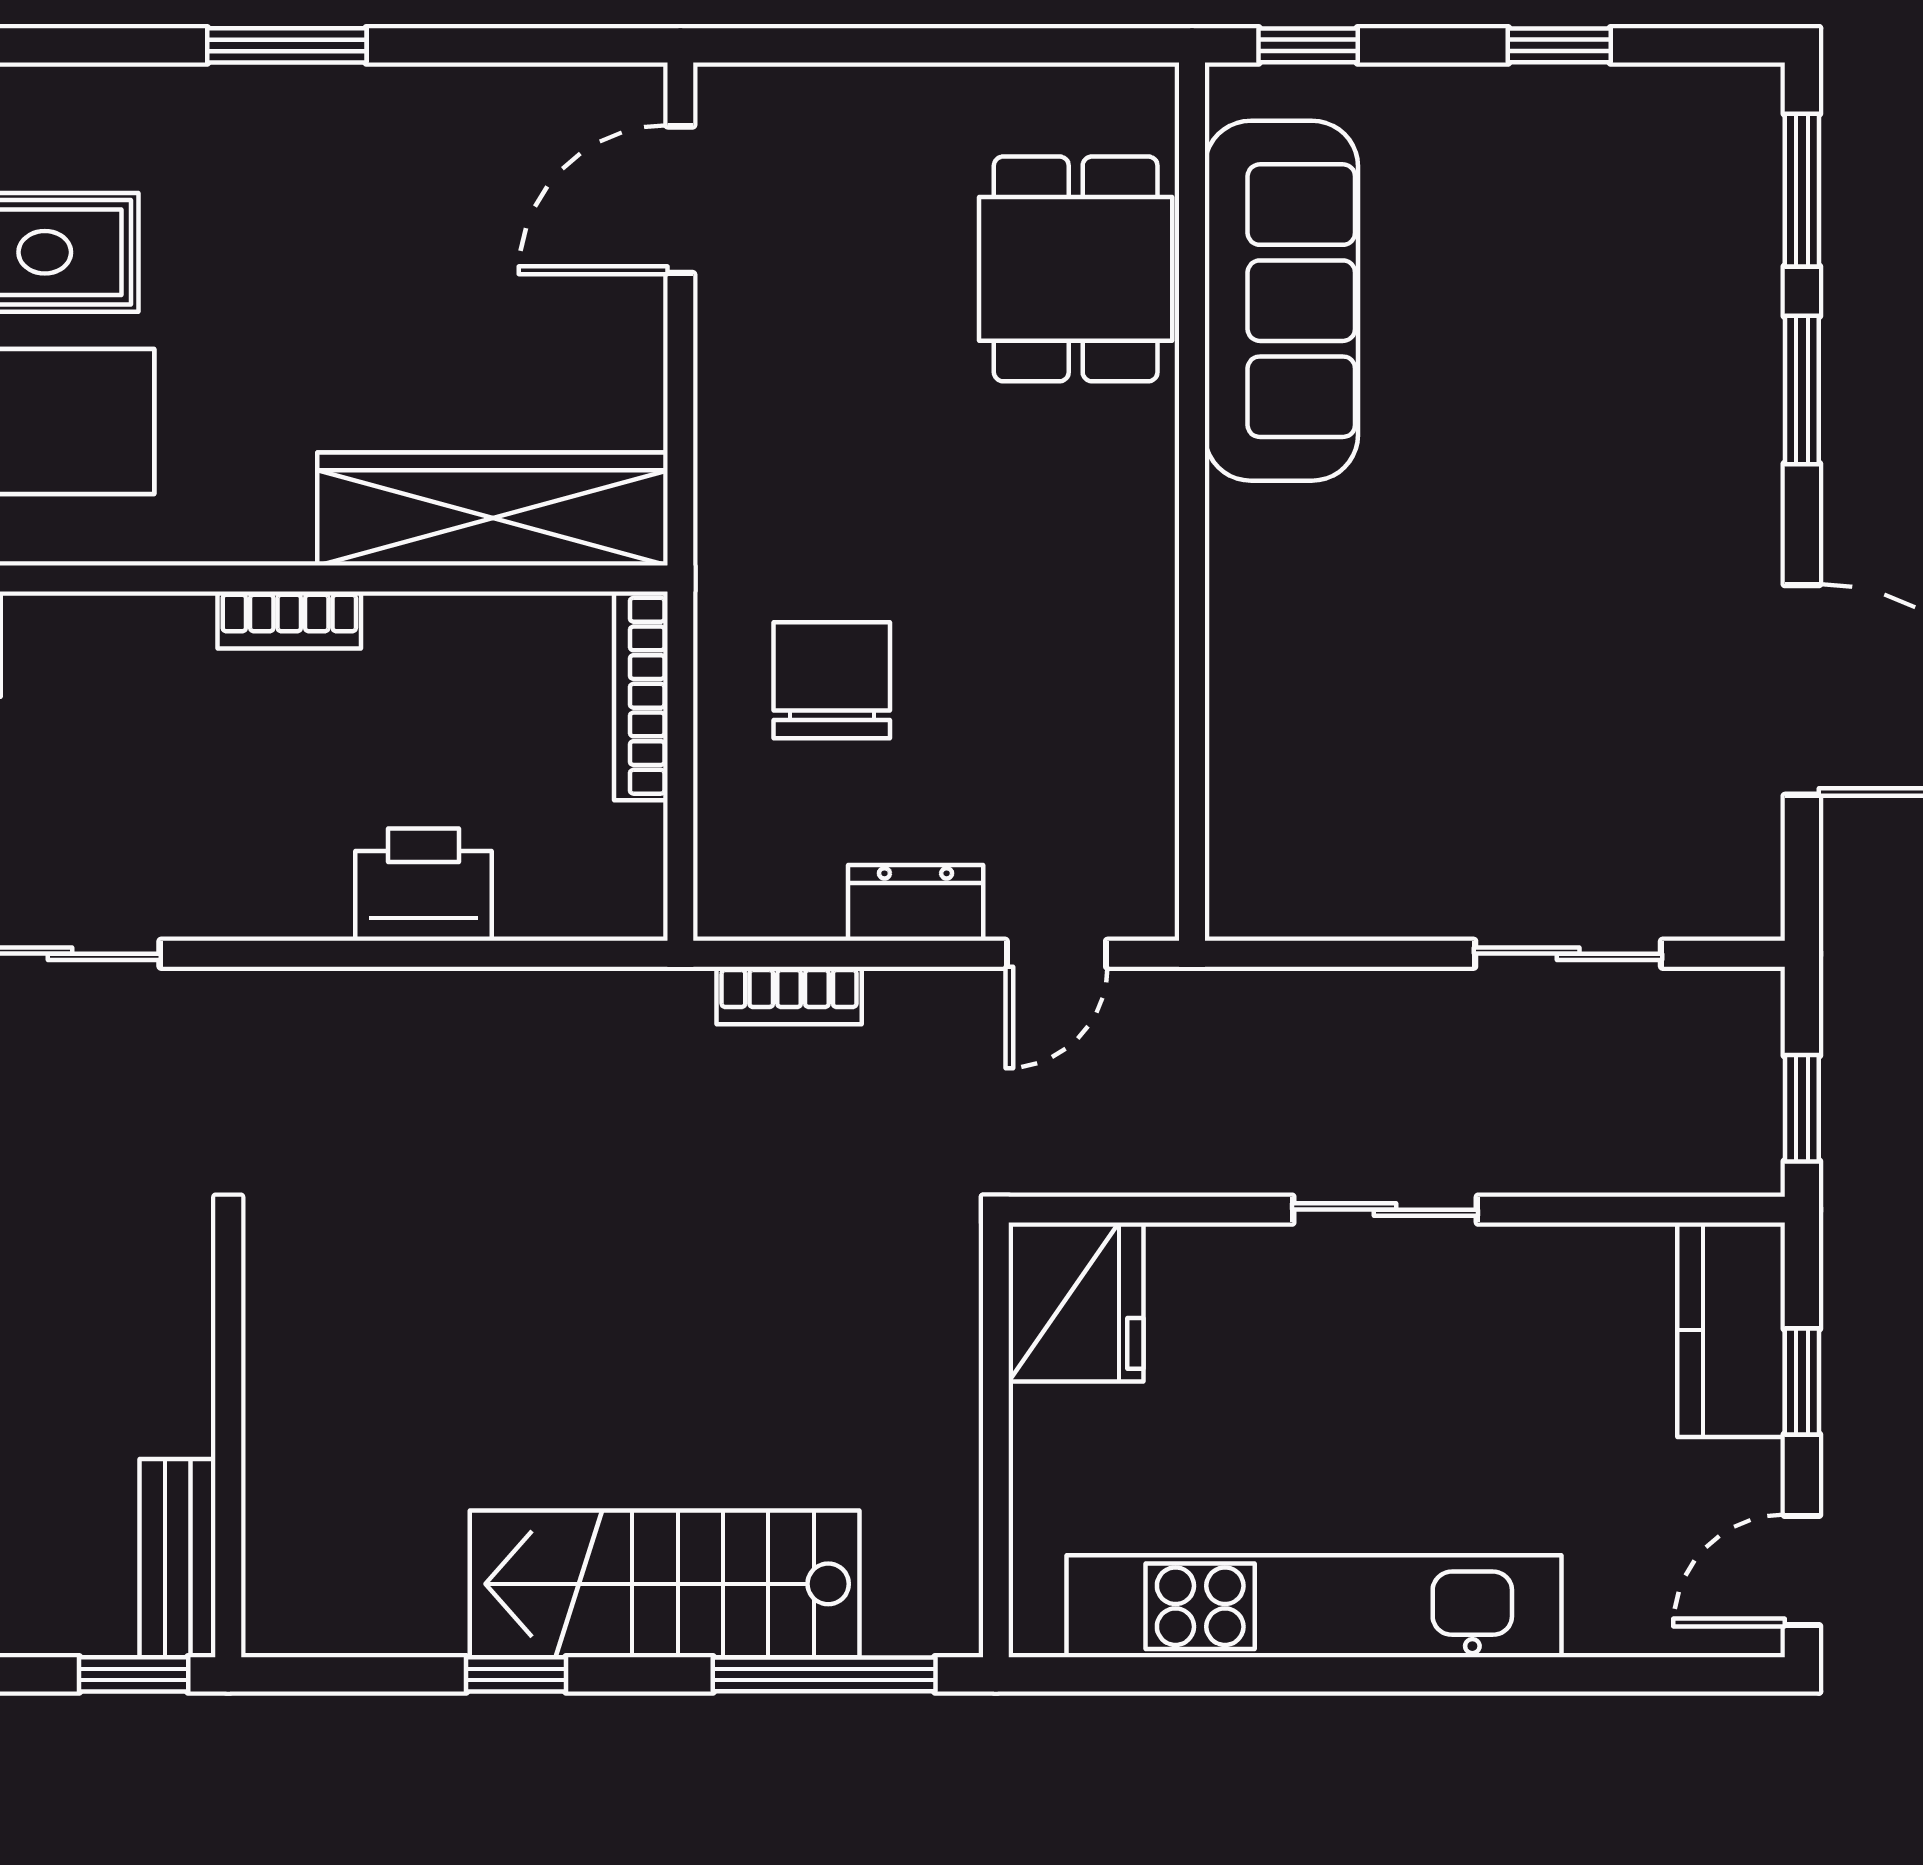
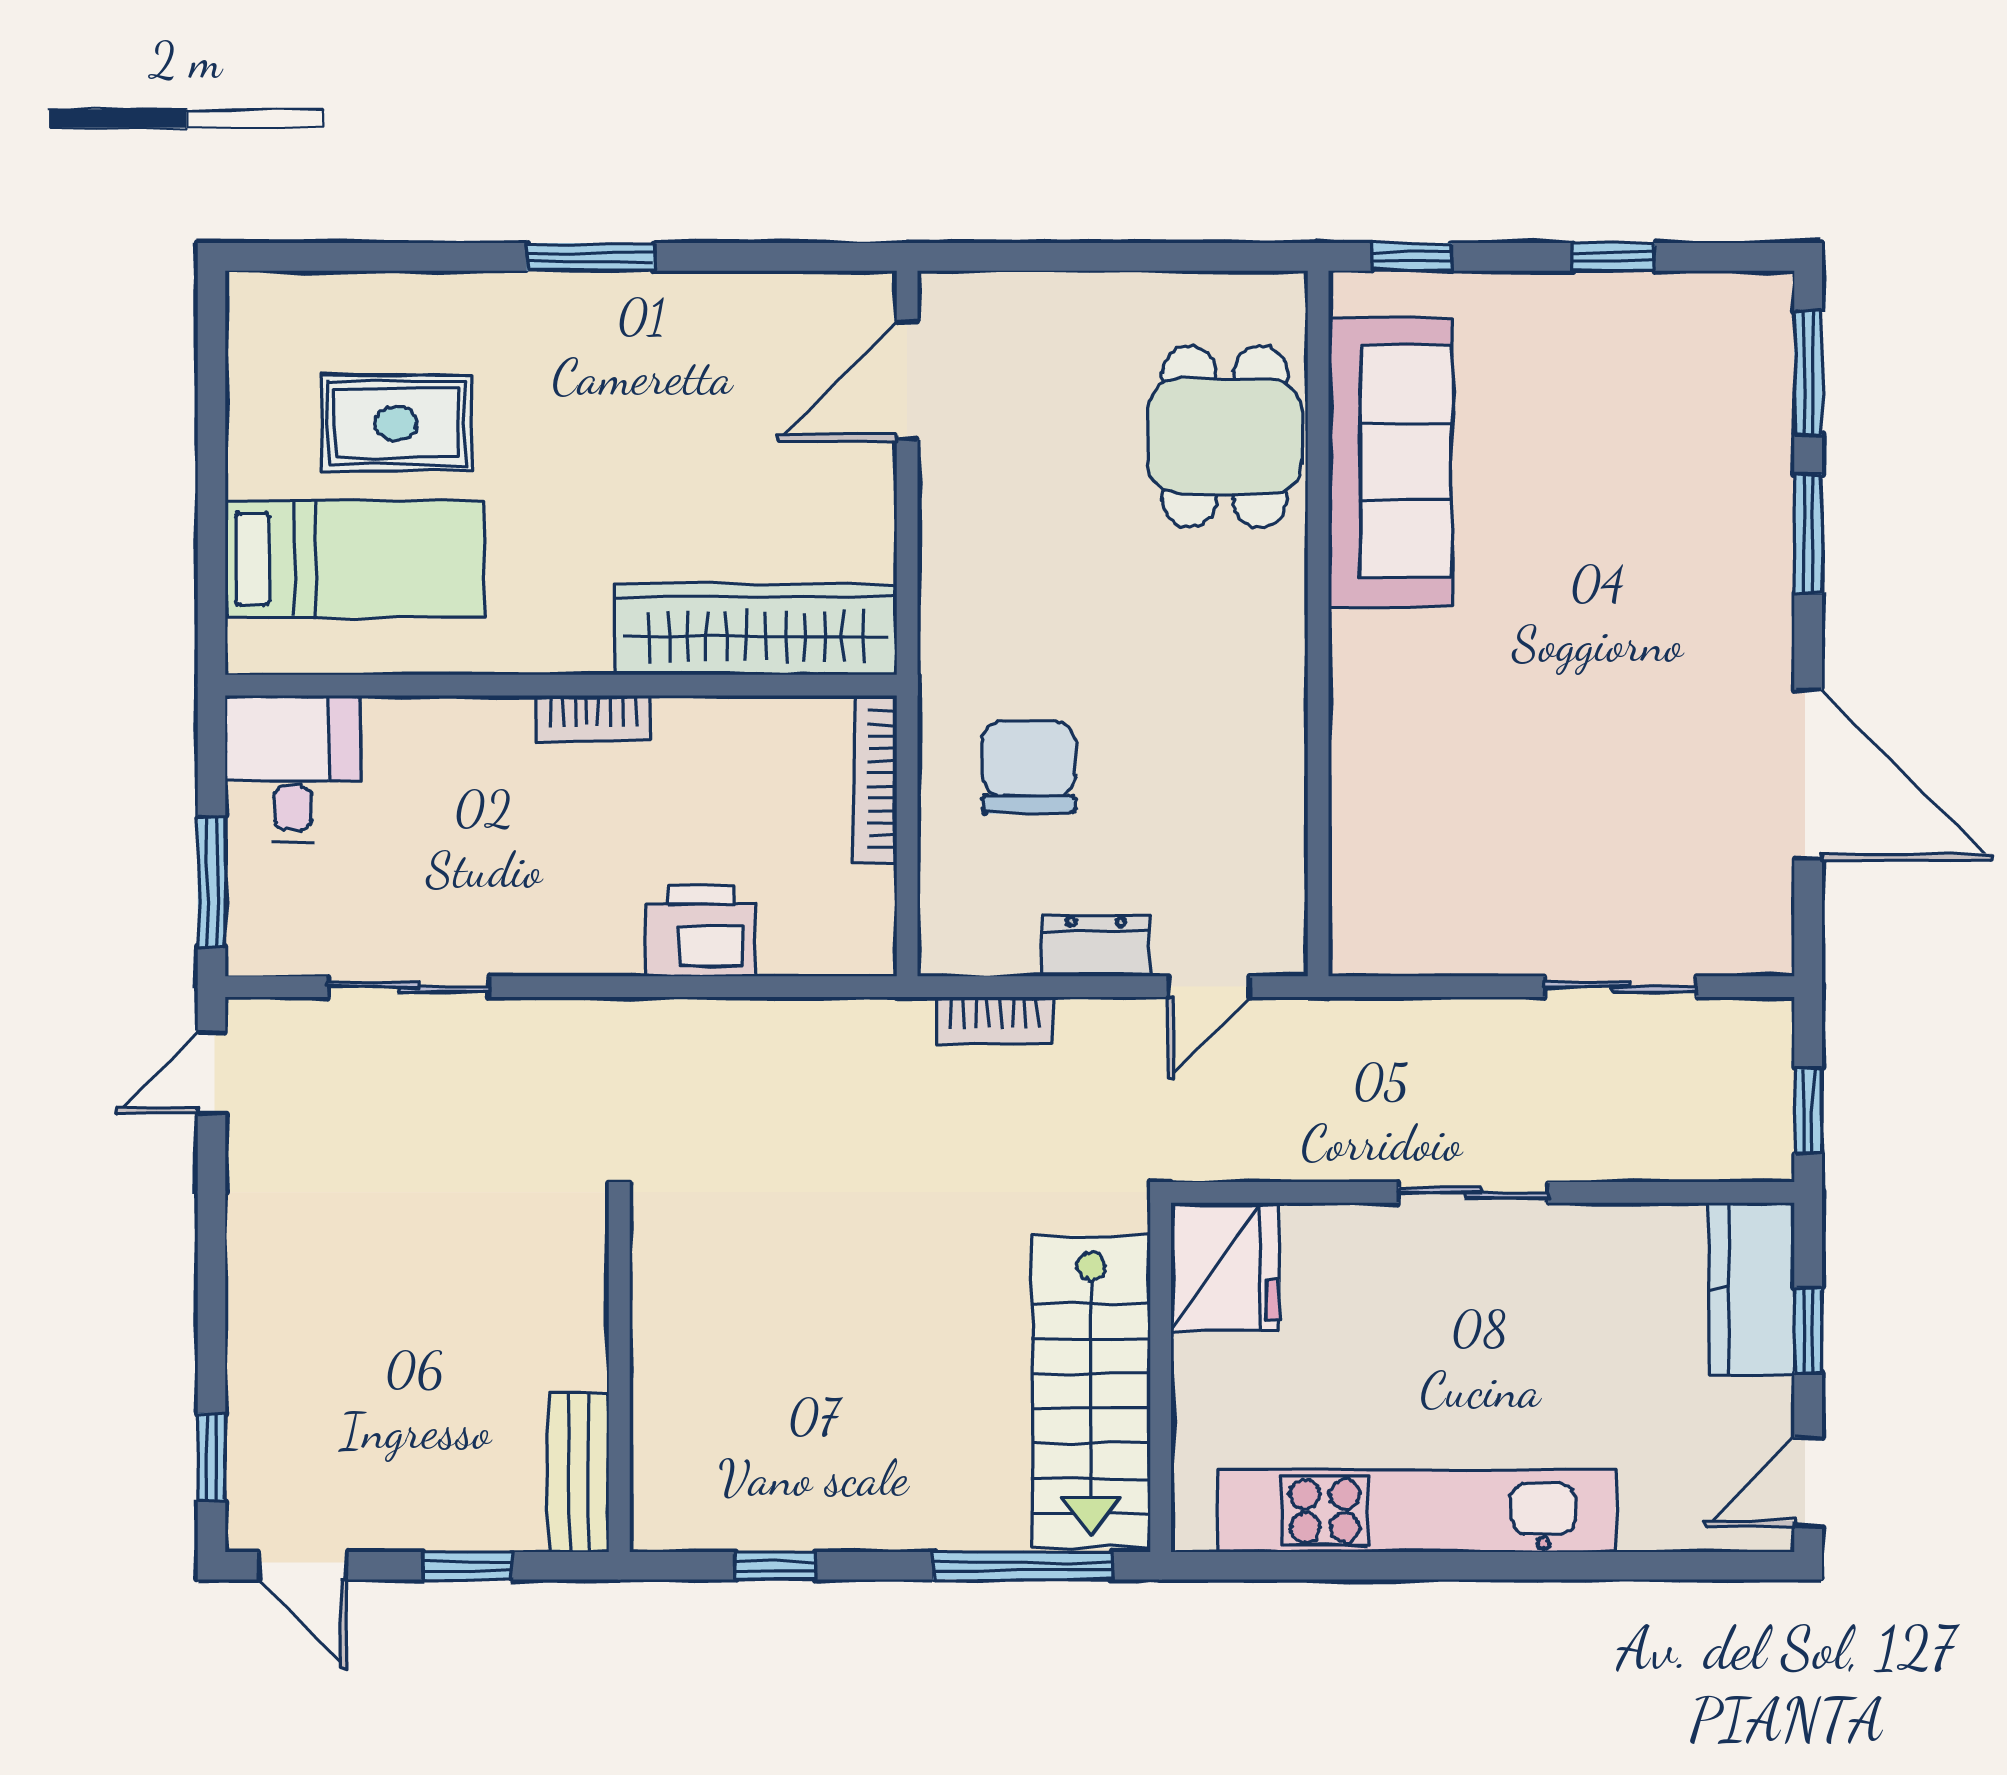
wall: (228, 1440) -> (619, 1377), moved
bench: (178, 1558) -> (579, 1472), moved
stairs: (665, 1584) -> (1091, 1392), moved, turned -90

